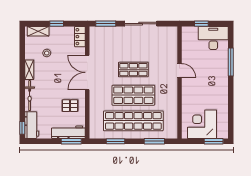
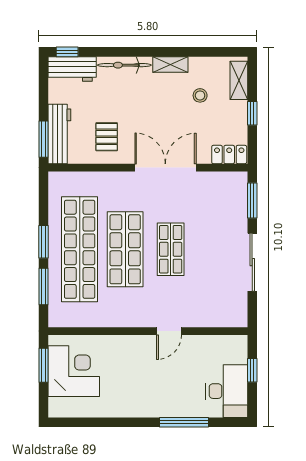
window: (115, 141) -> (44, 242), moved
window: (214, 141) -> (44, 365), moved

